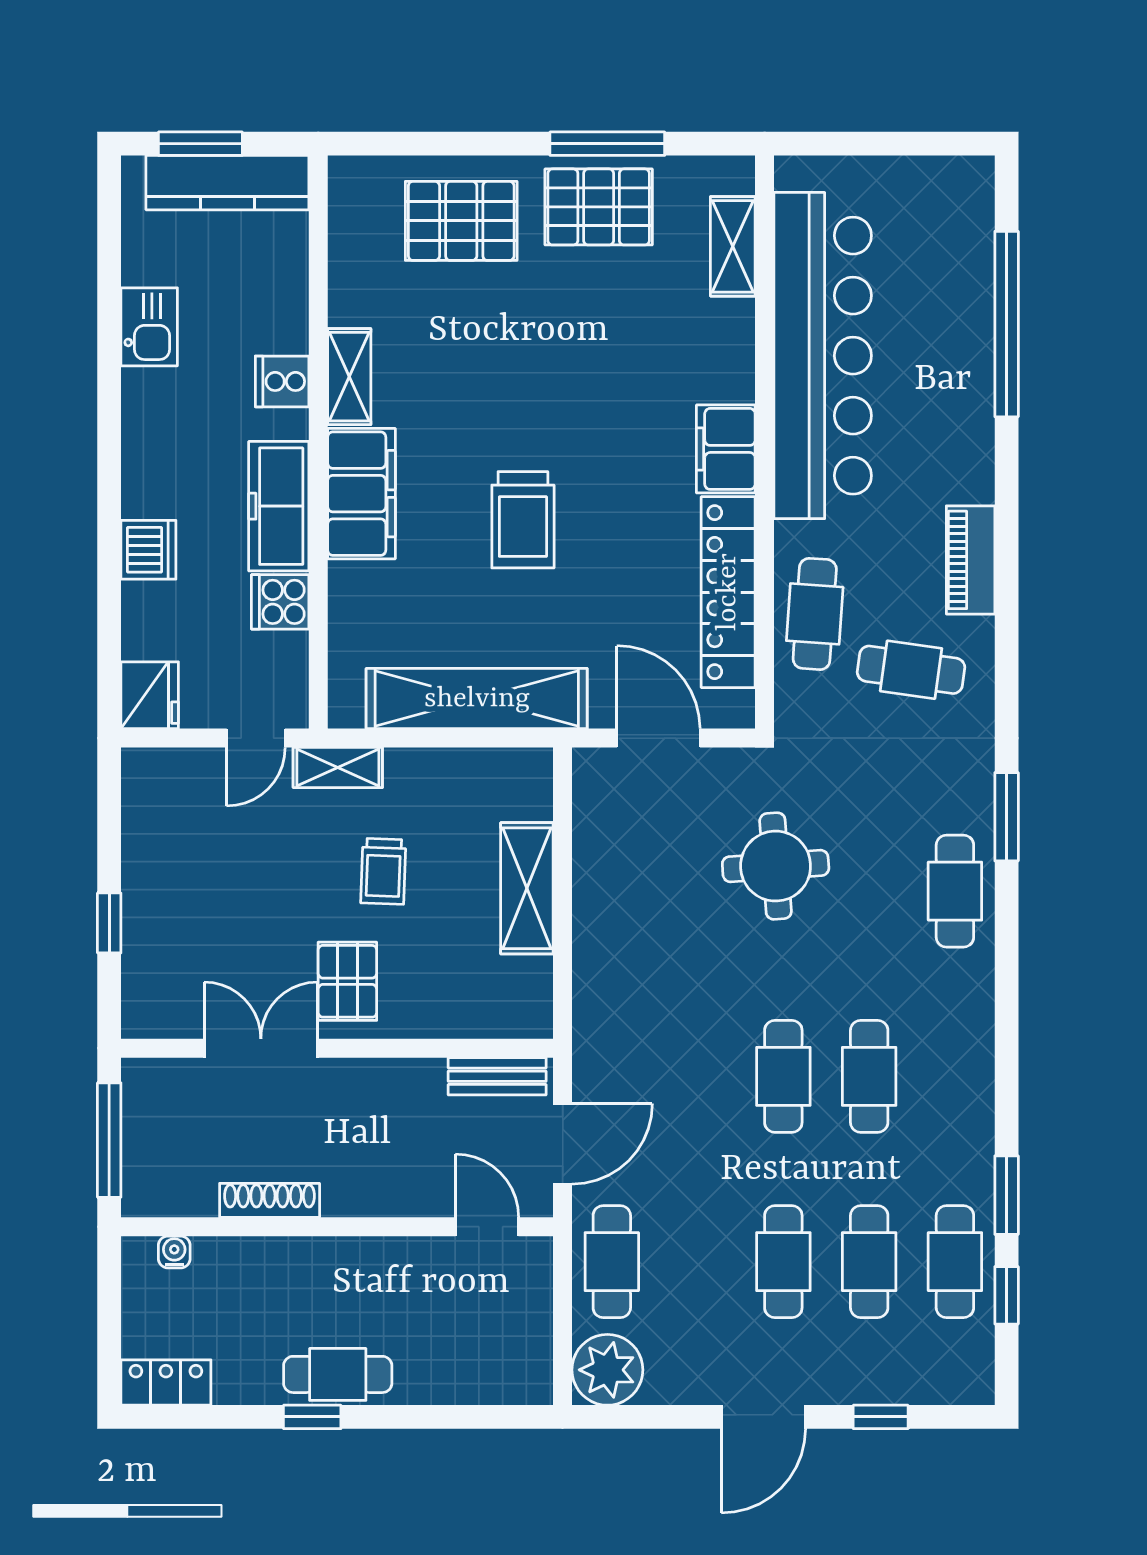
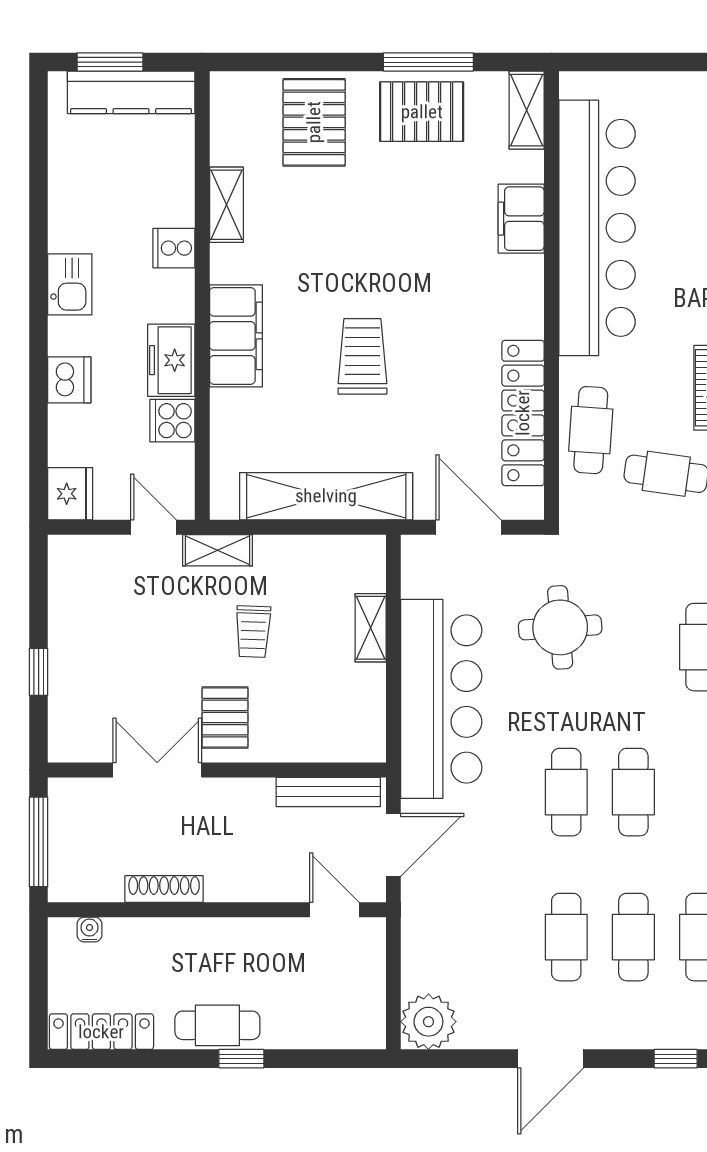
pallet: (461, 221) -> (314, 122), turned 90
shelving: (733, 246) -> (527, 110), moved
kitchen sink: (149, 327) -> (70, 284), moved
shelving: (349, 377) -> (226, 205), moved
filing cabinet: (726, 449) -> (521, 219), moved
freezer: (279, 506) -> (171, 360), width x0.71
trolley: (523, 520) -> (362, 356), turned 180
door: (256, 738) -> (153, 527), swing flipped
shelving: (527, 888) -> (371, 628), width x0.67, depth x0.75
bar counter: (624, 957) -> (441, 699), added
bench: (497, 1076) -> (328, 792), width x1.36
cafe table: (612, 1262) -> (432, 937), removed
locker: (166, 1383) -> (101, 1032), width x1.53
window: (312, 1417) -> (241, 1059), moved
window: (881, 1417) -> (676, 1059), moved

